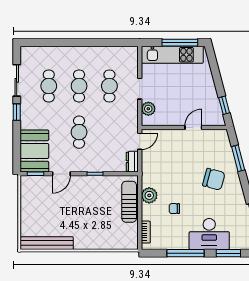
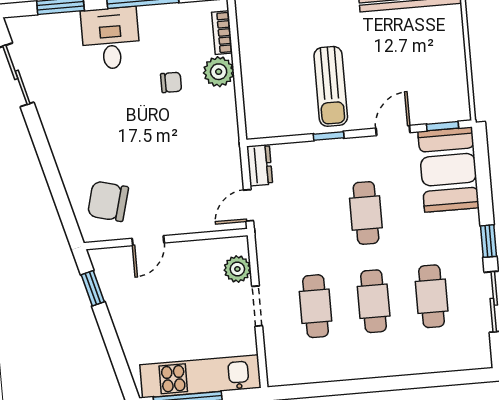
window: (238, 158) -> (57, 189), removed
chair: (214, 179) -> (108, 201), moved
plant: (149, 195) -> (219, 72), moved
sun lounger: (129, 202) -> (331, 86), moved
desk: (209, 234) -> (111, 38), width x0.73

